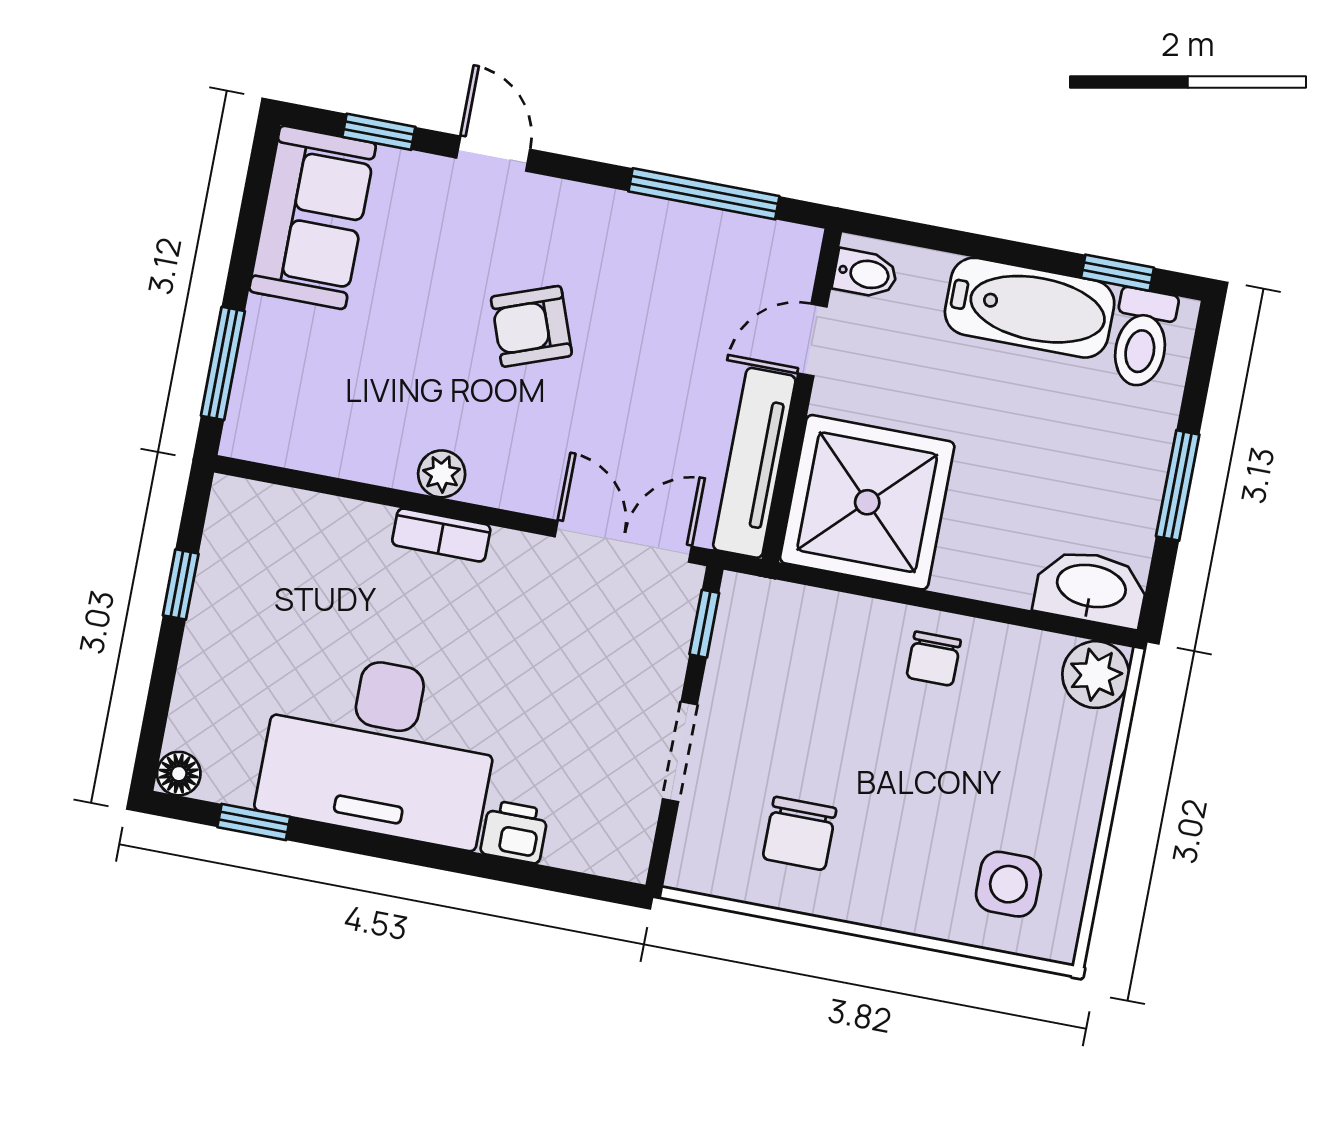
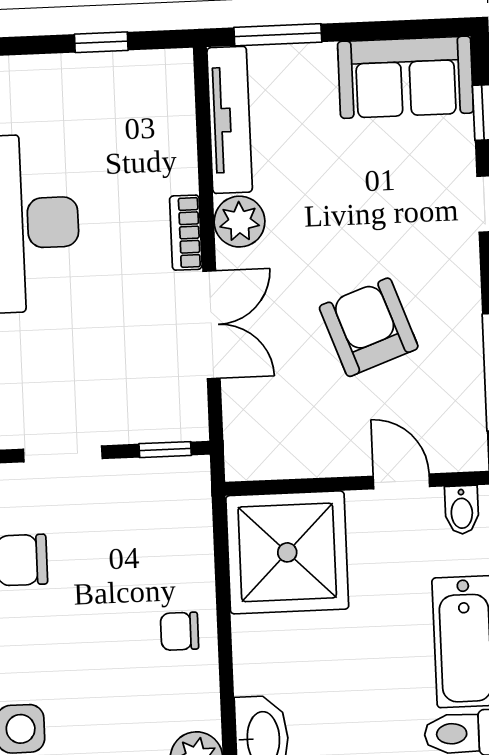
armchair: (531, 326) -> (369, 327), moved, width x1.38, depth x1.38
tv unit: (754, 463) -> (230, 120), moved, turned 90
plant: (442, 474) -> (239, 222), width x1.38, depth x1.38
double door: (623, 541) -> (211, 325), moved

